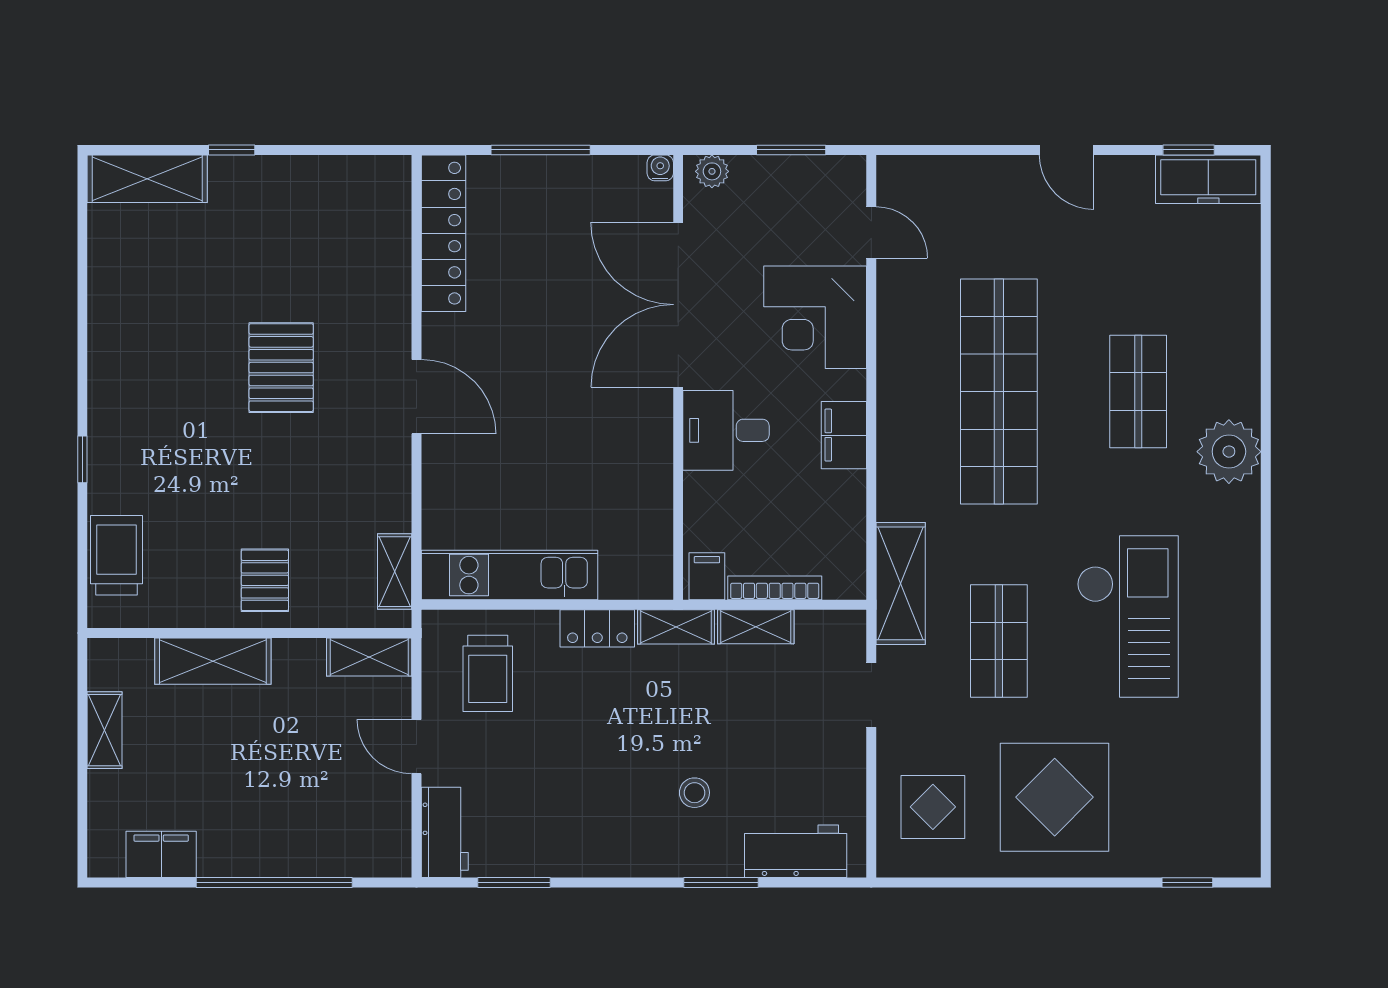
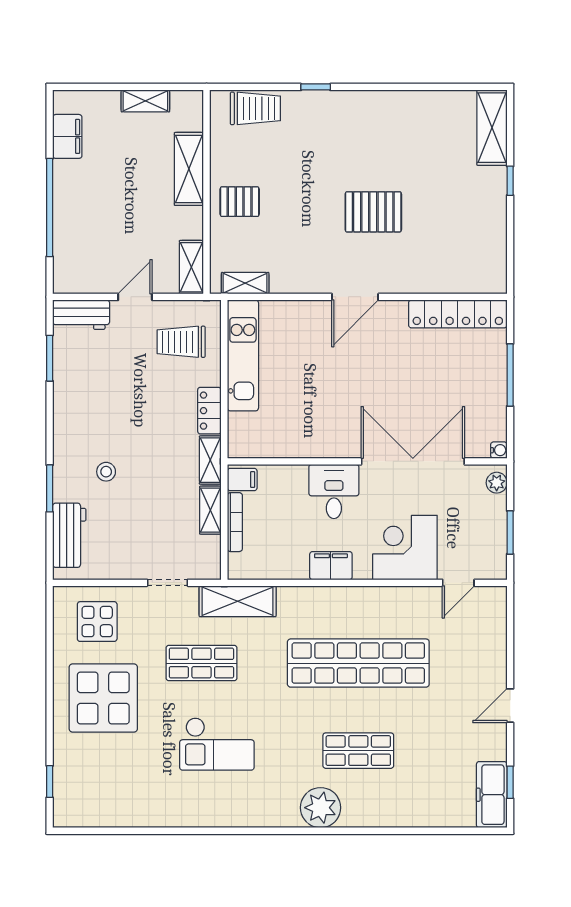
checkout: (1128, 616) -> (217, 744), width x0.73, depth x0.83

